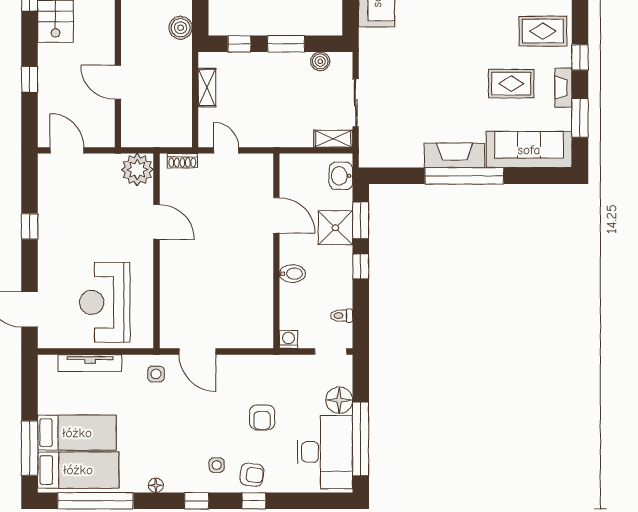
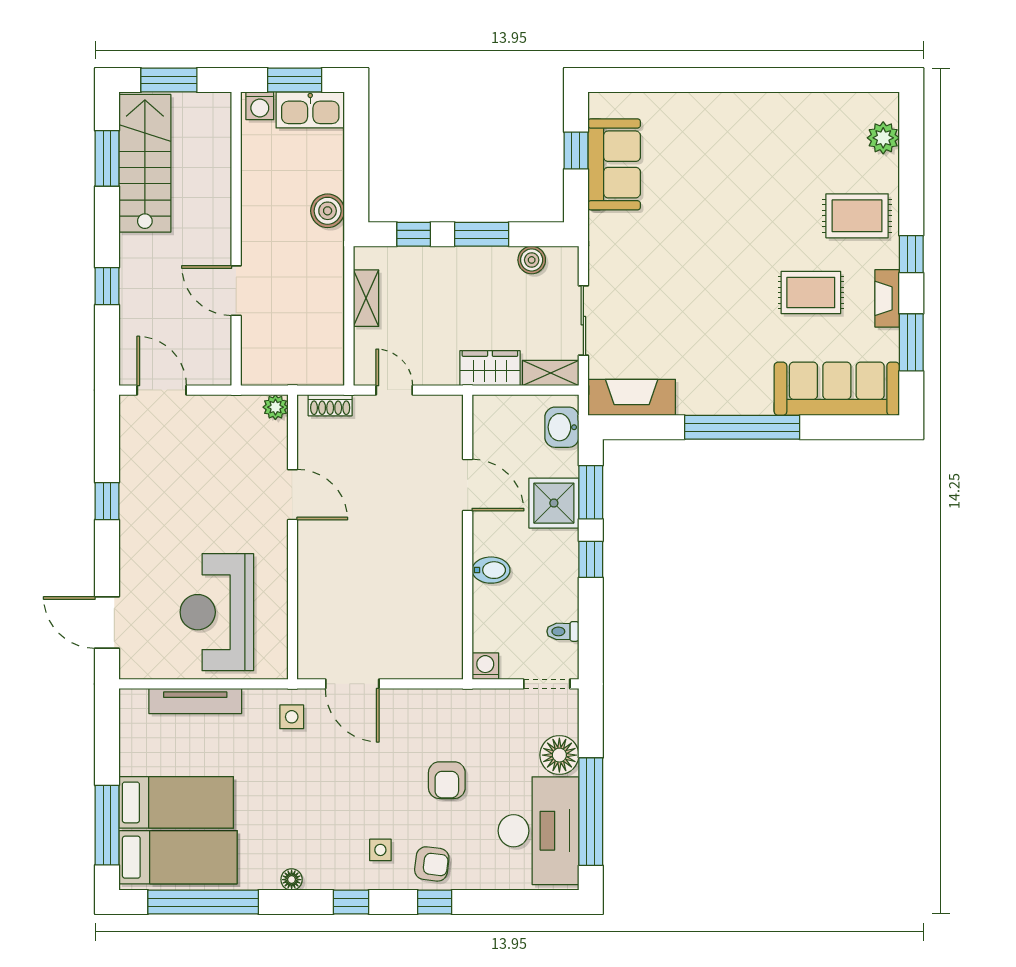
wardrobe: (292, 135) -> (490, 368), added
fireplace: (455, 155) -> (632, 397), moved
plant: (137, 170) -> (275, 407), width x0.53, depth x0.53

